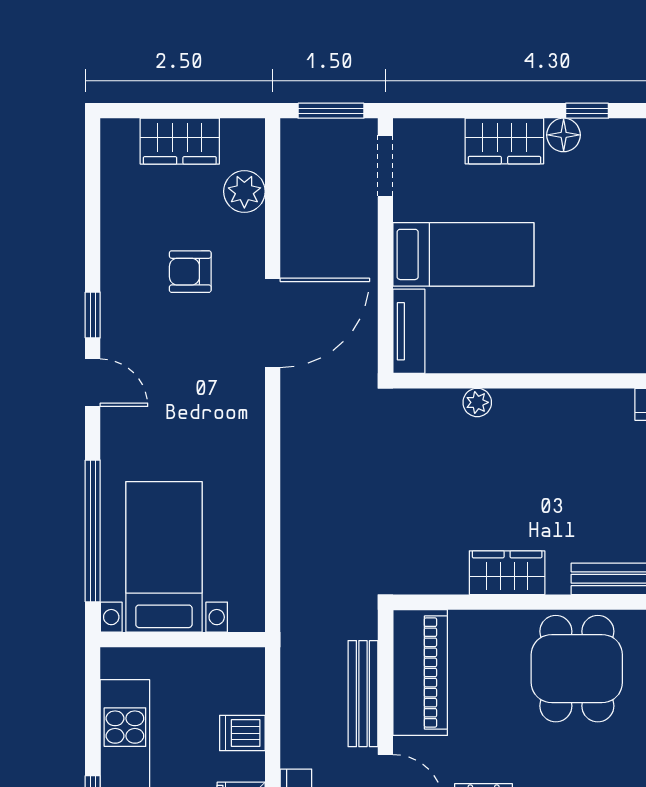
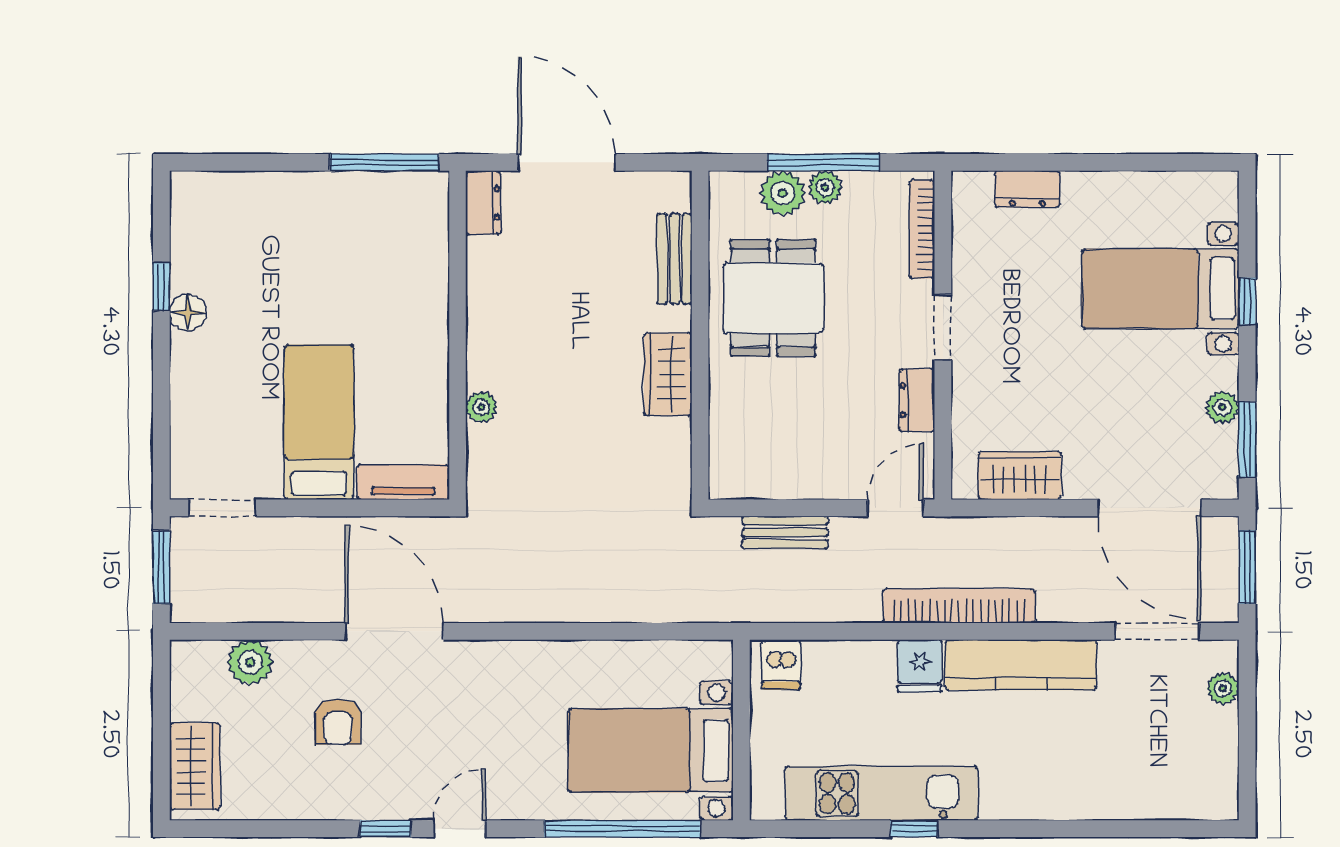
wardrobe: (180, 141) -> (195, 766), moved
wardrobe: (504, 141) -> (195, 377), removed
dining table: (577, 669) -> (773, 298), turned 90
piano: (420, 672) -> (777, 470), removed
bench: (363, 694) -> (785, 532), width x0.73
dishwasher: (242, 733) -> (781, 665), moved

